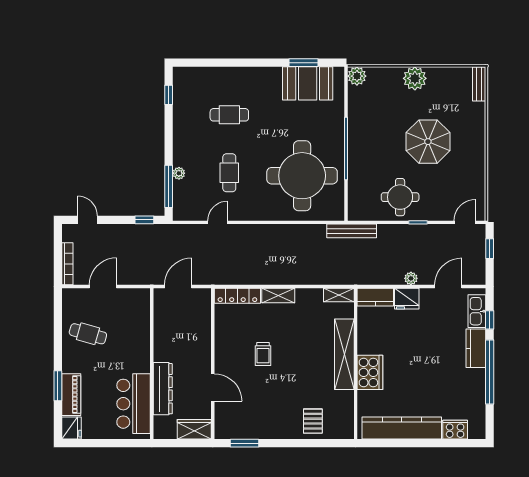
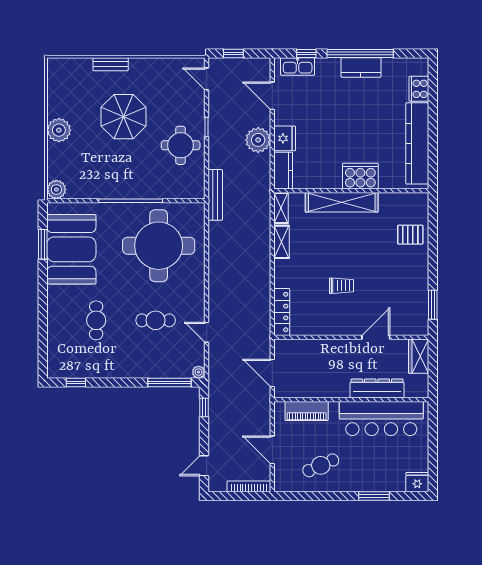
booth: (308, 83) -> (71, 249), width x1.36, depth x1.42
bench: (479, 84) -> (111, 64), moved
plant: (179, 173) -> (199, 372), moved
plant: (411, 278) -> (258, 140), width x1.87, depth x1.87
shelving: (278, 296) -> (282, 242), moved
cafe table: (88, 334) -> (321, 465), turned 50
kitchen counter: (476, 348) -> (361, 67), moved
piano: (71, 395) -> (307, 411), moved, turned 180
bar counter: (134, 404) -> (381, 419), width x1.36

